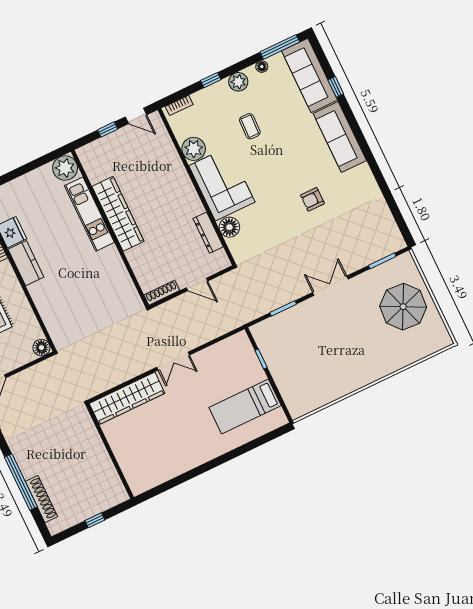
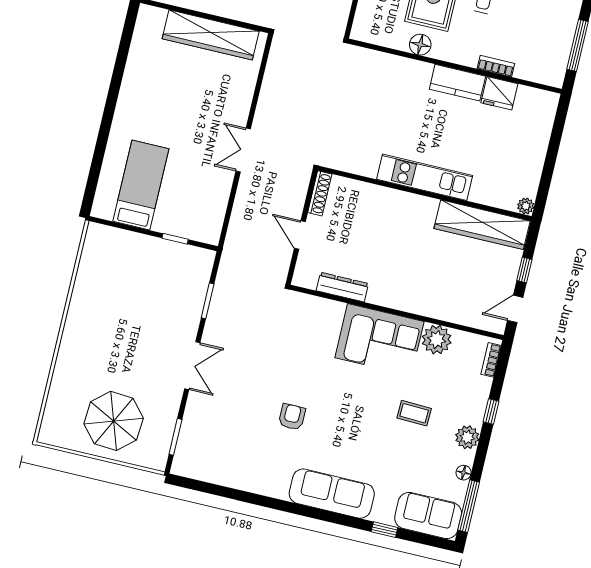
sofa: (310, 75) -> (428, 515), width x0.73
plant: (65, 168) -> (526, 206), width x0.53, depth x0.53
kitchen unit: (89, 214) -> (425, 177), moved
wardrobe: (118, 214) -> (482, 225), moved
floor lamp: (229, 227) -> (331, 313), removed
door: (197, 284) -> (300, 235), hinge flipped
floor lamp: (41, 348) -> (420, 45), moved
wardrobe: (127, 398) -> (211, 35), moved, turned -90

